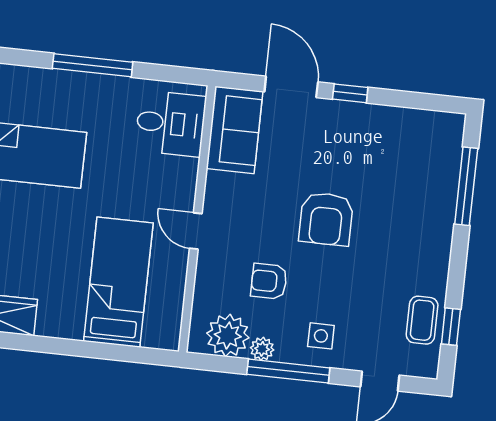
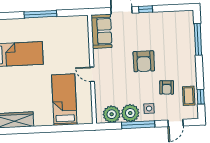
desk: (170, 123) -> (75, 33), removed
armchair: (269, 281) -> (167, 87), moved, turned -87
plant: (262, 349) -> (130, 113), width x1.88, depth x1.88

